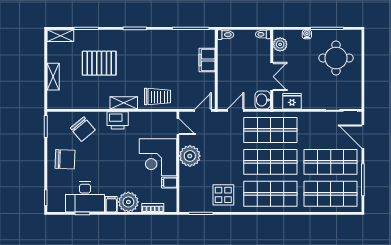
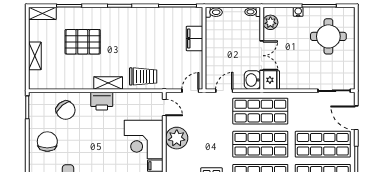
fridge: (292, 101) -> (271, 80), moved, turned 90
chair: (65, 159) -> (47, 142), turned -92

